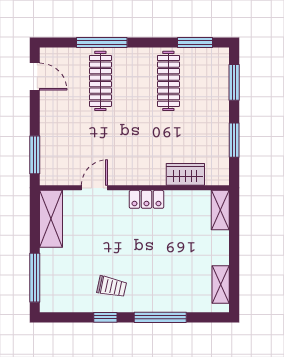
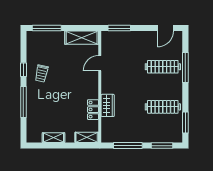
window: (234, 140) -> (128, 146), width x1.44
wardrobe: (185, 174) -> (108, 105), moved
door: (94, 188) -> (100, 63), swing flipped
locker: (146, 199) -> (93, 110), moved
shelving: (221, 285) -> (53, 138), moved

